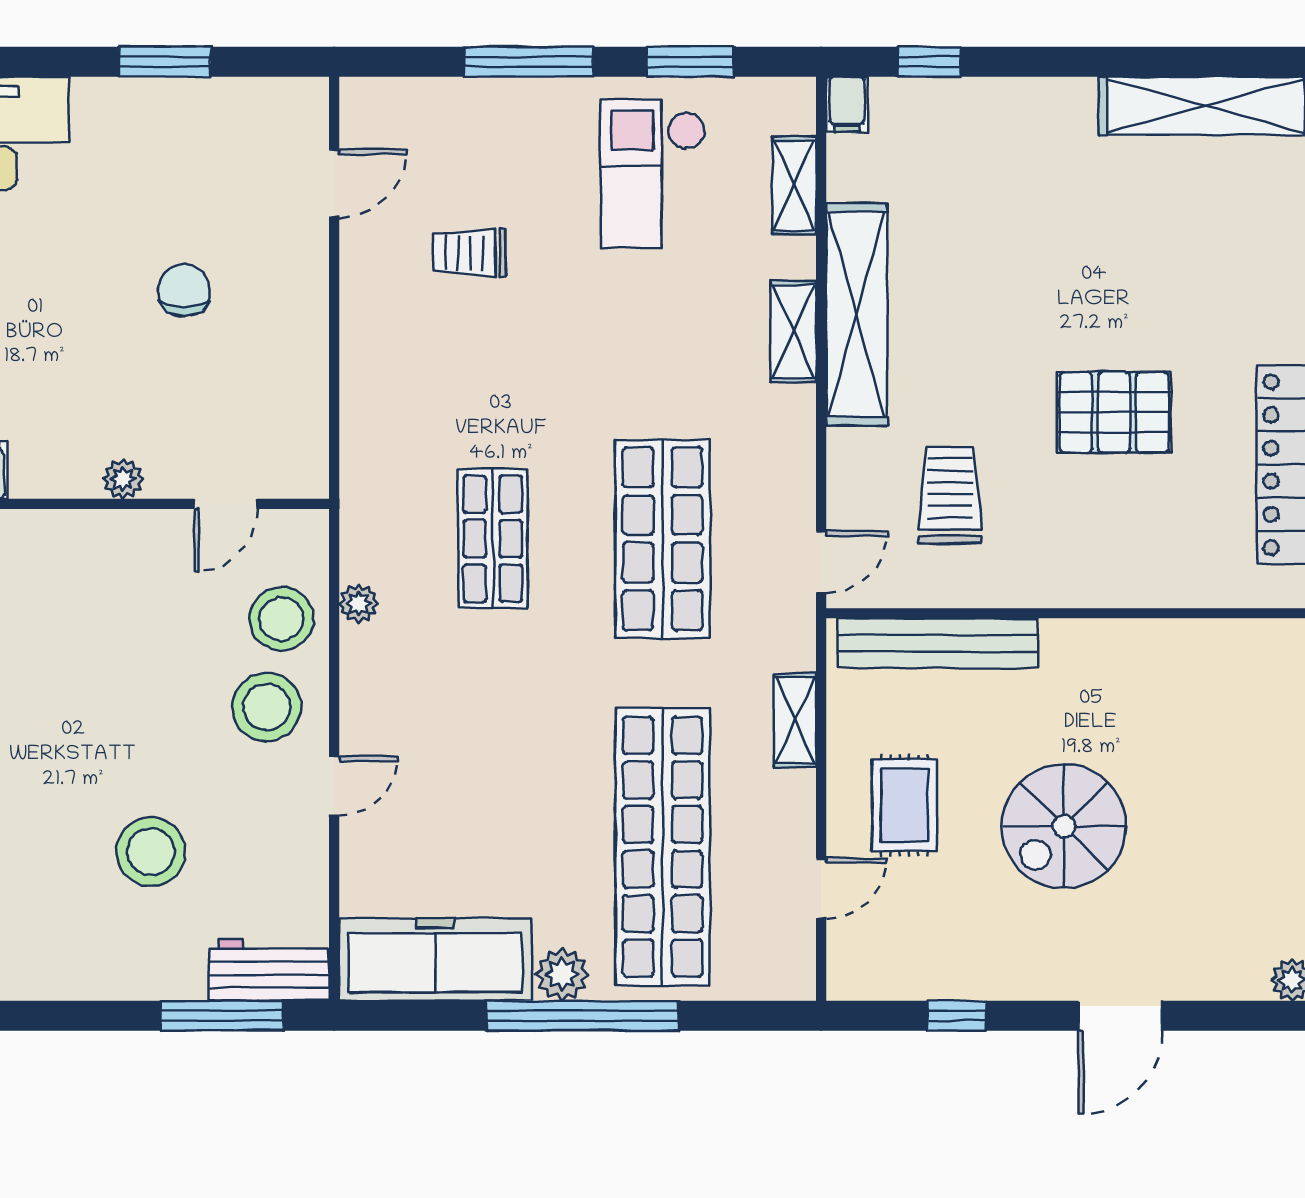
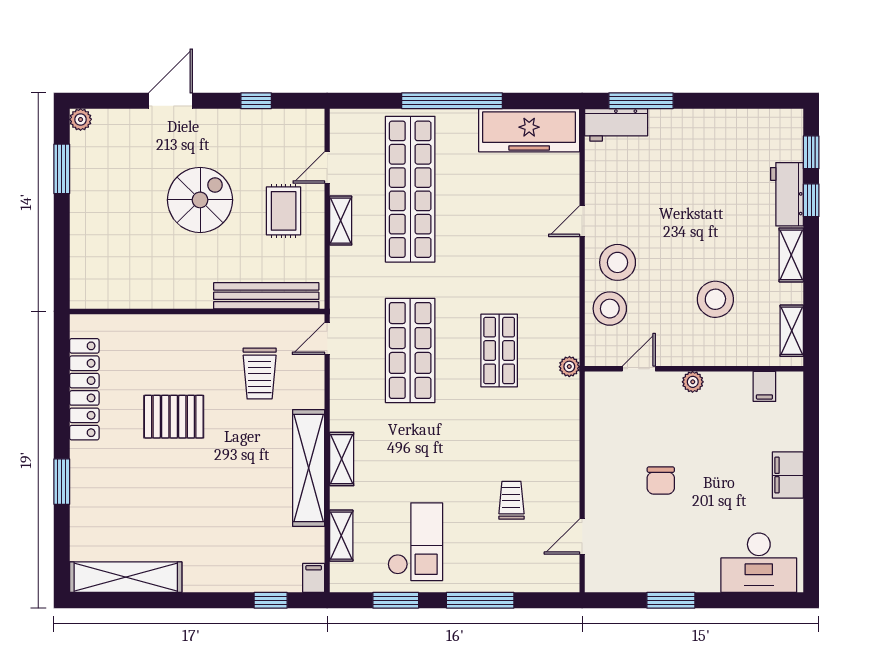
trolley: (469, 253) -> (511, 500), turned -90
plant: (359, 604) -> (569, 367), moved
shelving: (795, 720) -> (341, 221), moved
stool: (151, 852) -> (715, 299), moved
plant: (562, 974) -> (463, 122), removed

